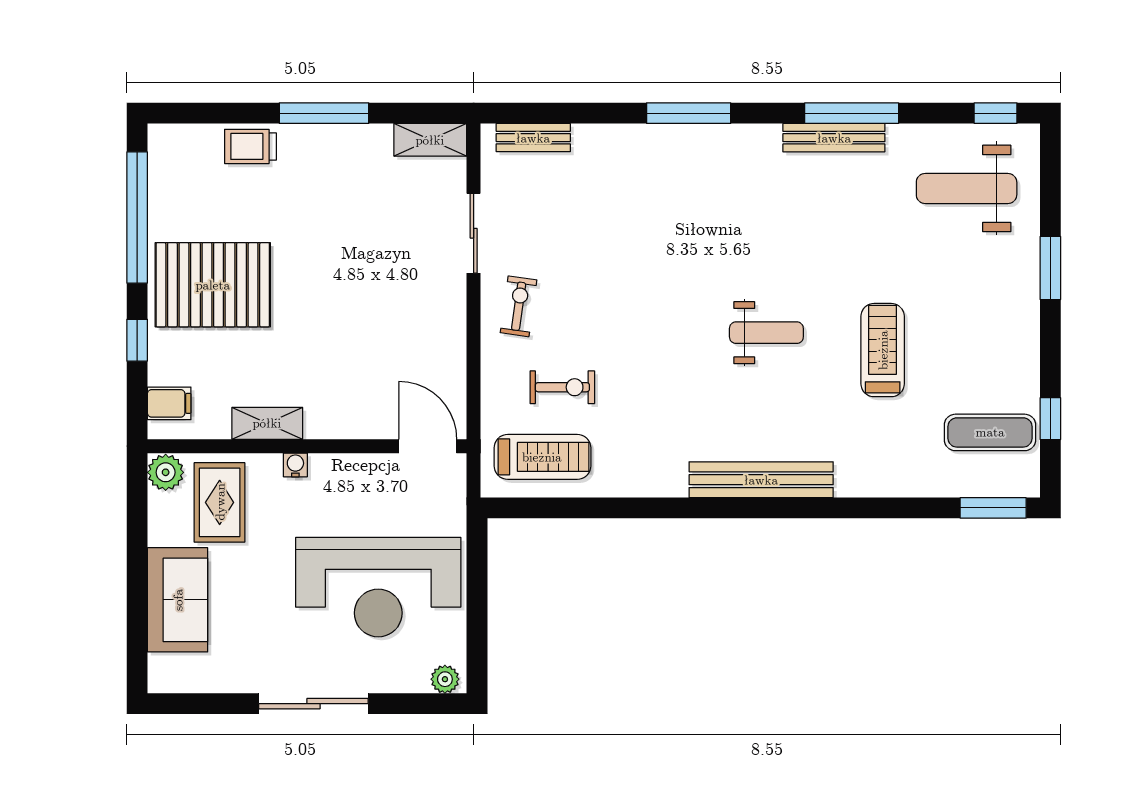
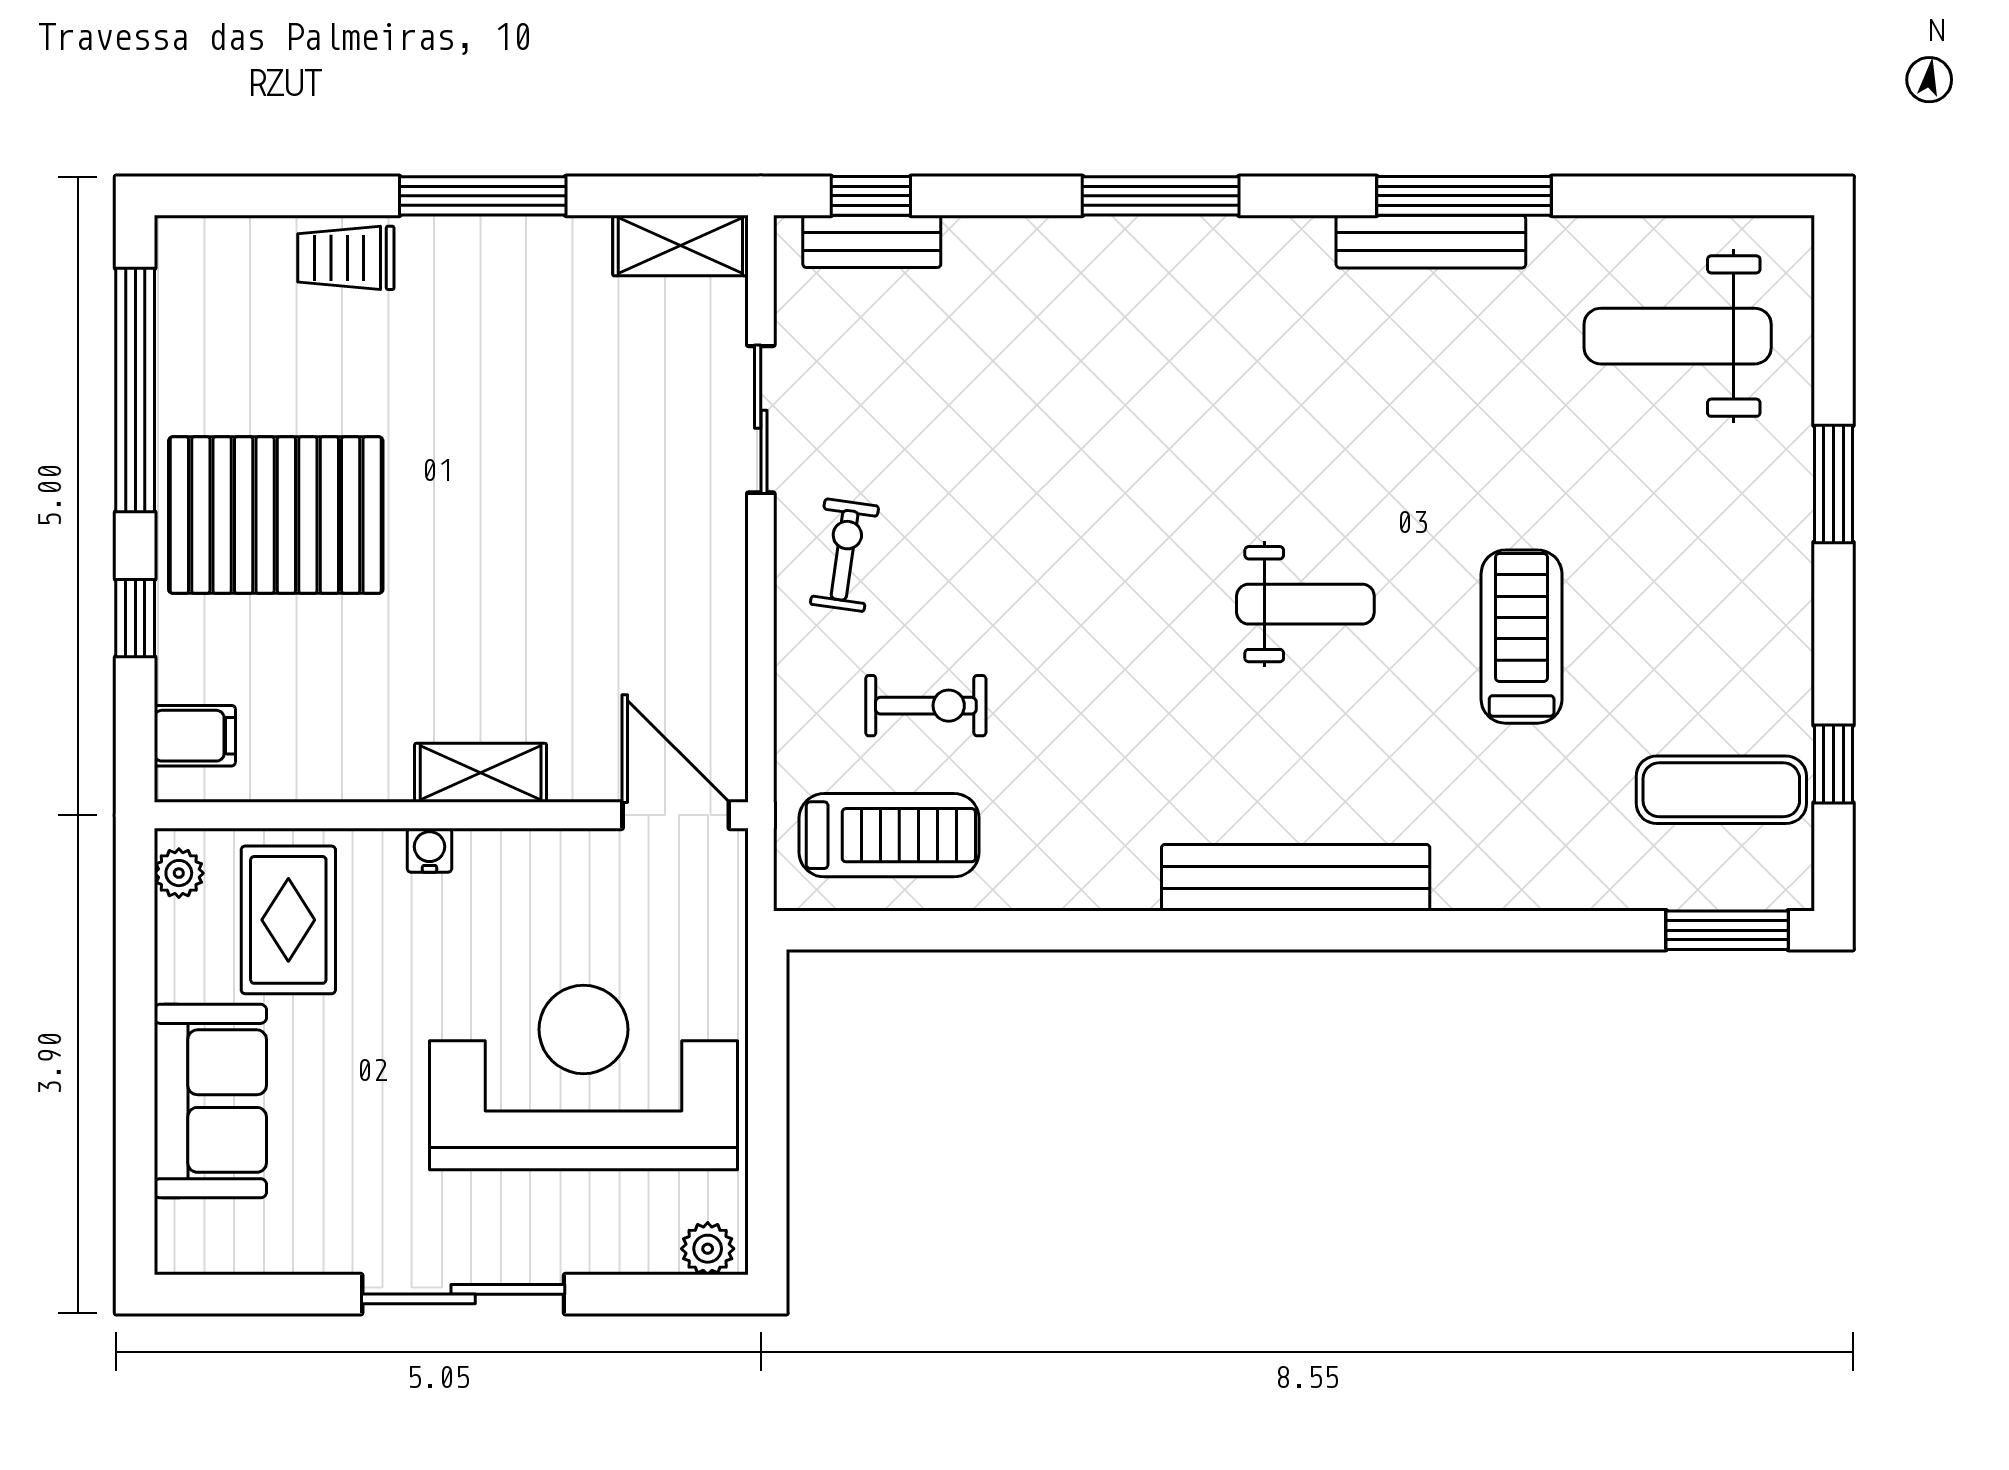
window: (996, 113) -> (871, 196), moved
shelving: (267, 423) -> (481, 773), moved
plant: (166, 472) -> (179, 873), width x0.73, depth x0.73
reception desk: (378, 587) -> (584, 1077), turned 180

